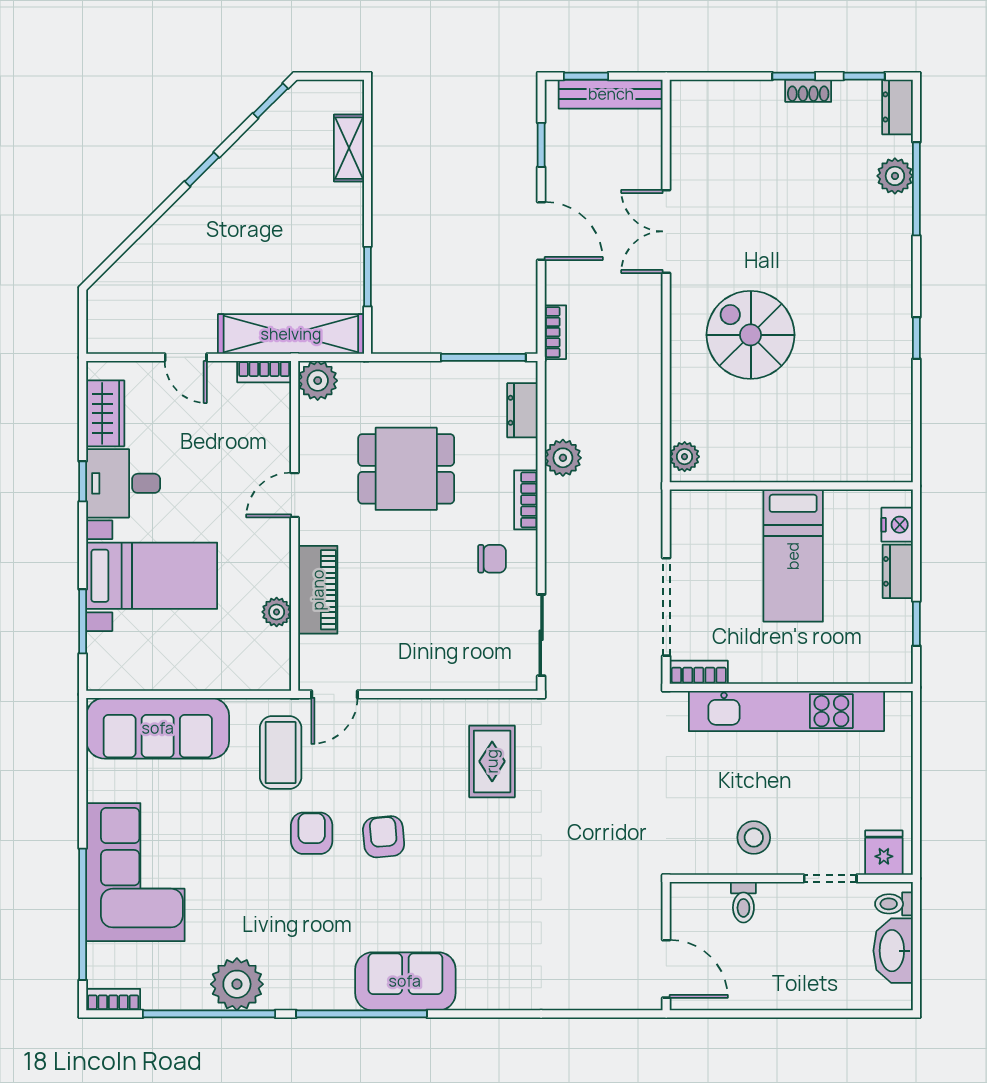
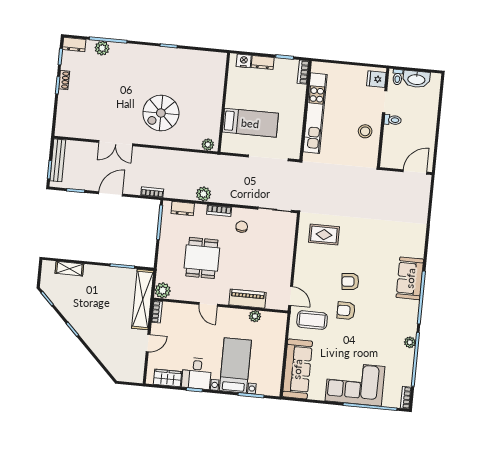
bed: (793, 556) -> (250, 123), moved
bookcase: (699, 672) -> (303, 72), moved
toilet: (743, 902) -> (393, 120), moved
plant: (237, 984) -> (410, 342), width x0.53, depth x0.53

